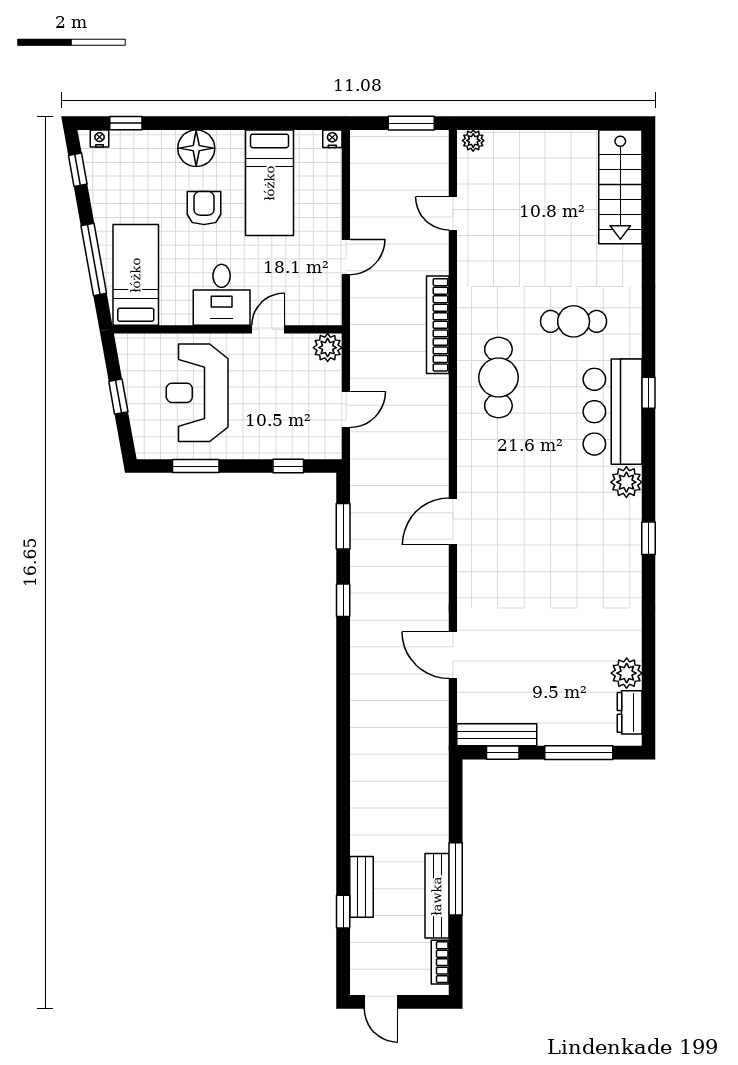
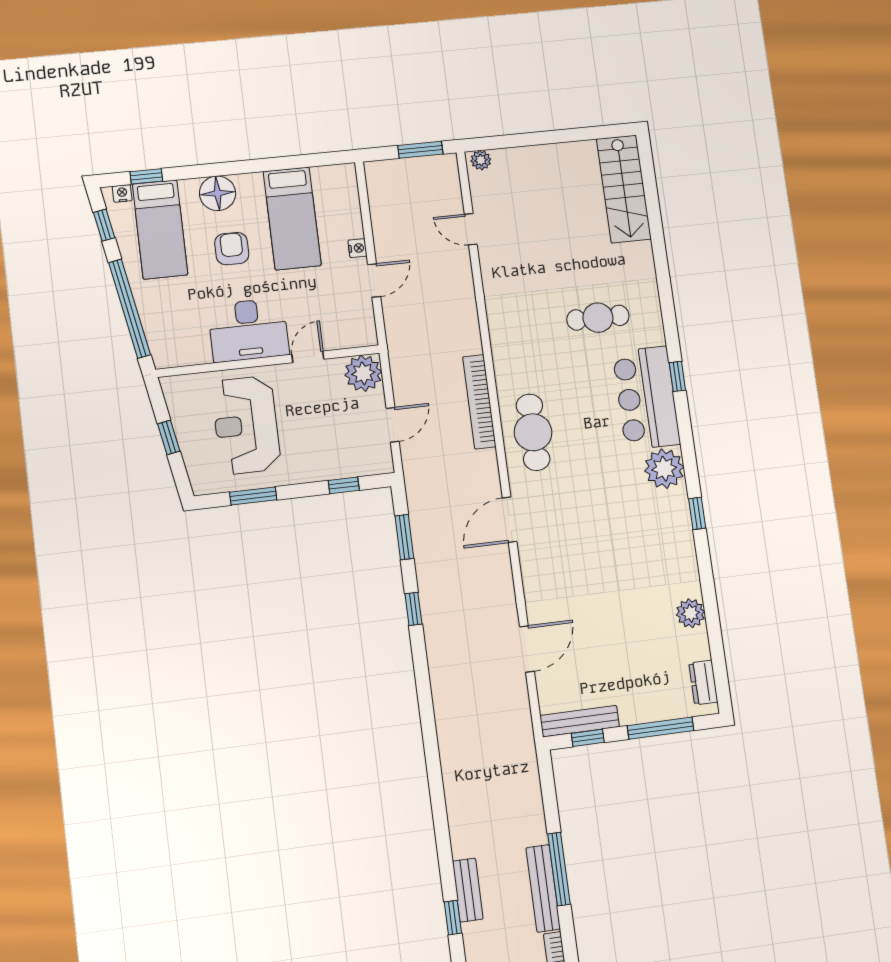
nightstand: (332, 139) -> (357, 248), moved, turned 90
window: (94, 260) -> (130, 309), width x1.46
bed: (136, 275) -> (160, 229), moved, turned 180
desk: (222, 295) -> (248, 330), width x1.37
bookcase: (438, 325) -> (479, 402), moved
plant: (328, 348) -> (363, 373), width x1.36, depth x1.36
cafe table: (498, 378) -> (533, 432), moved
plant: (626, 482) -> (664, 469), width x1.36, depth x1.36
door: (453, 655) -> (527, 649), swing flipped
plant: (627, 673) -> (690, 613), moved

